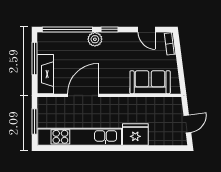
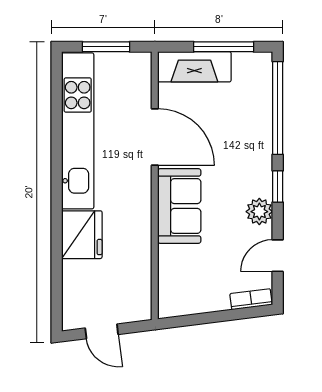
plant: (95, 39) -> (259, 212), moved
sofa: (150, 82) -> (179, 206), moved

